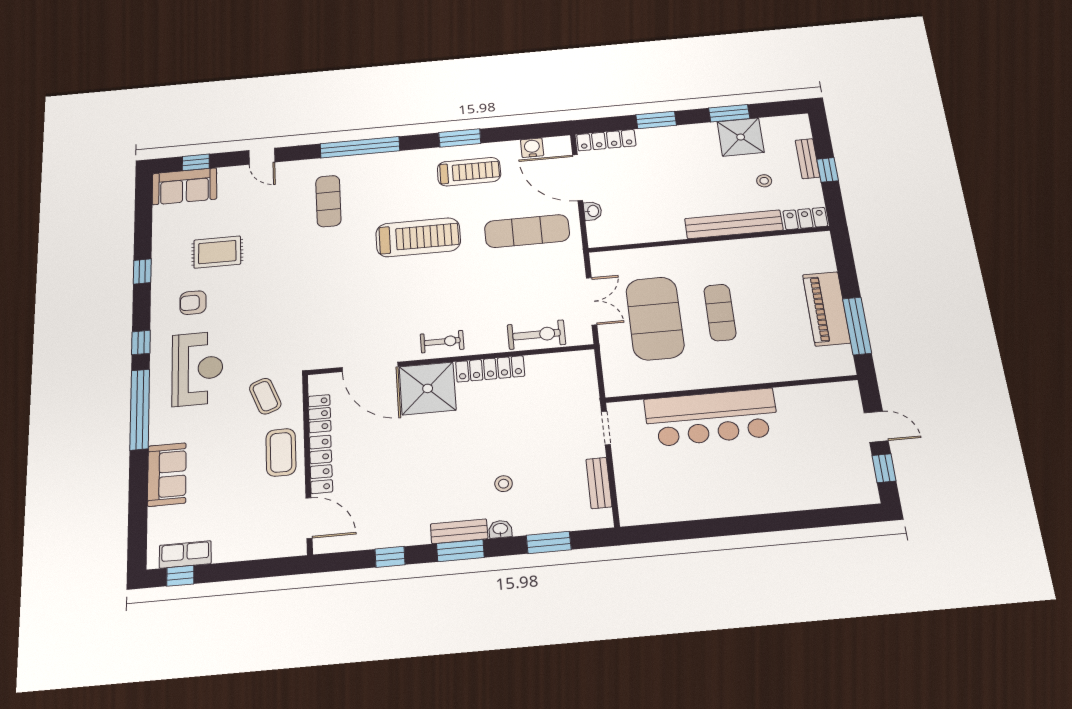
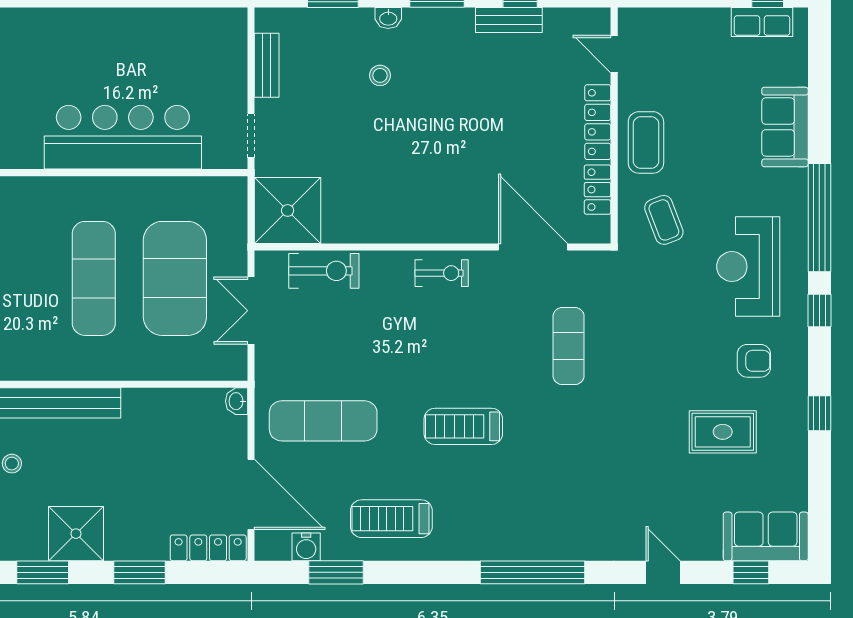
shower: (741, 137) -> (76, 534), moved
window: (460, 138) -> (336, 572), moved
exercise mat: (328, 201) -> (569, 346), moved
washbasin: (593, 211) -> (237, 401), moved
treadmill: (418, 237) -> (463, 426), width x0.73, depth x0.73
exercise mat: (720, 312) -> (94, 278), width x1.36, depth x1.45
exercise bike: (536, 335) -> (324, 271), turned 180
exercise bike: (442, 342) -> (442, 273), turned 180
locker: (490, 369) -> (385, 229), removed
shower: (428, 388) -> (288, 210), moved
door: (309, 518) -> (614, 54), width x0.73
bench: (459, 531) -> (509, 20), moved

